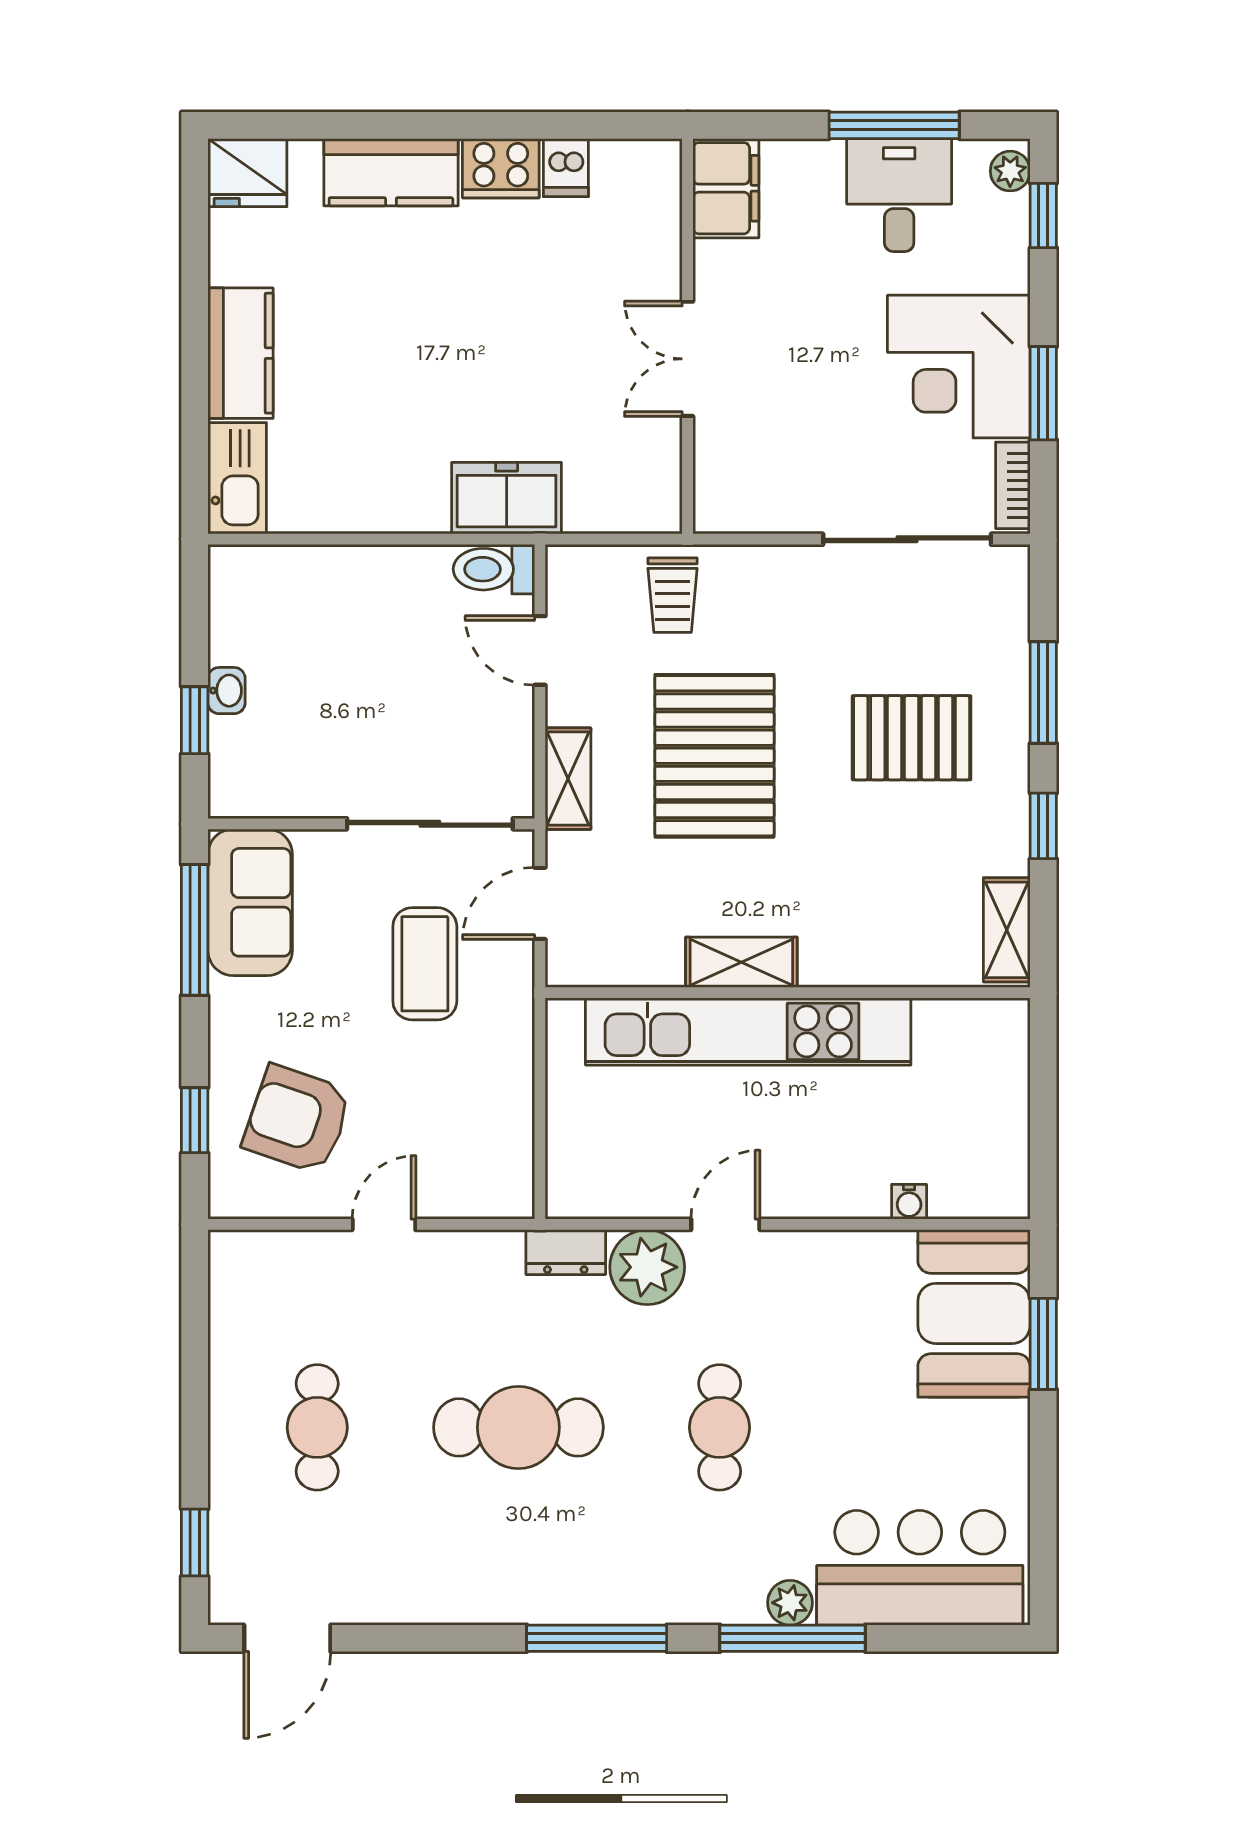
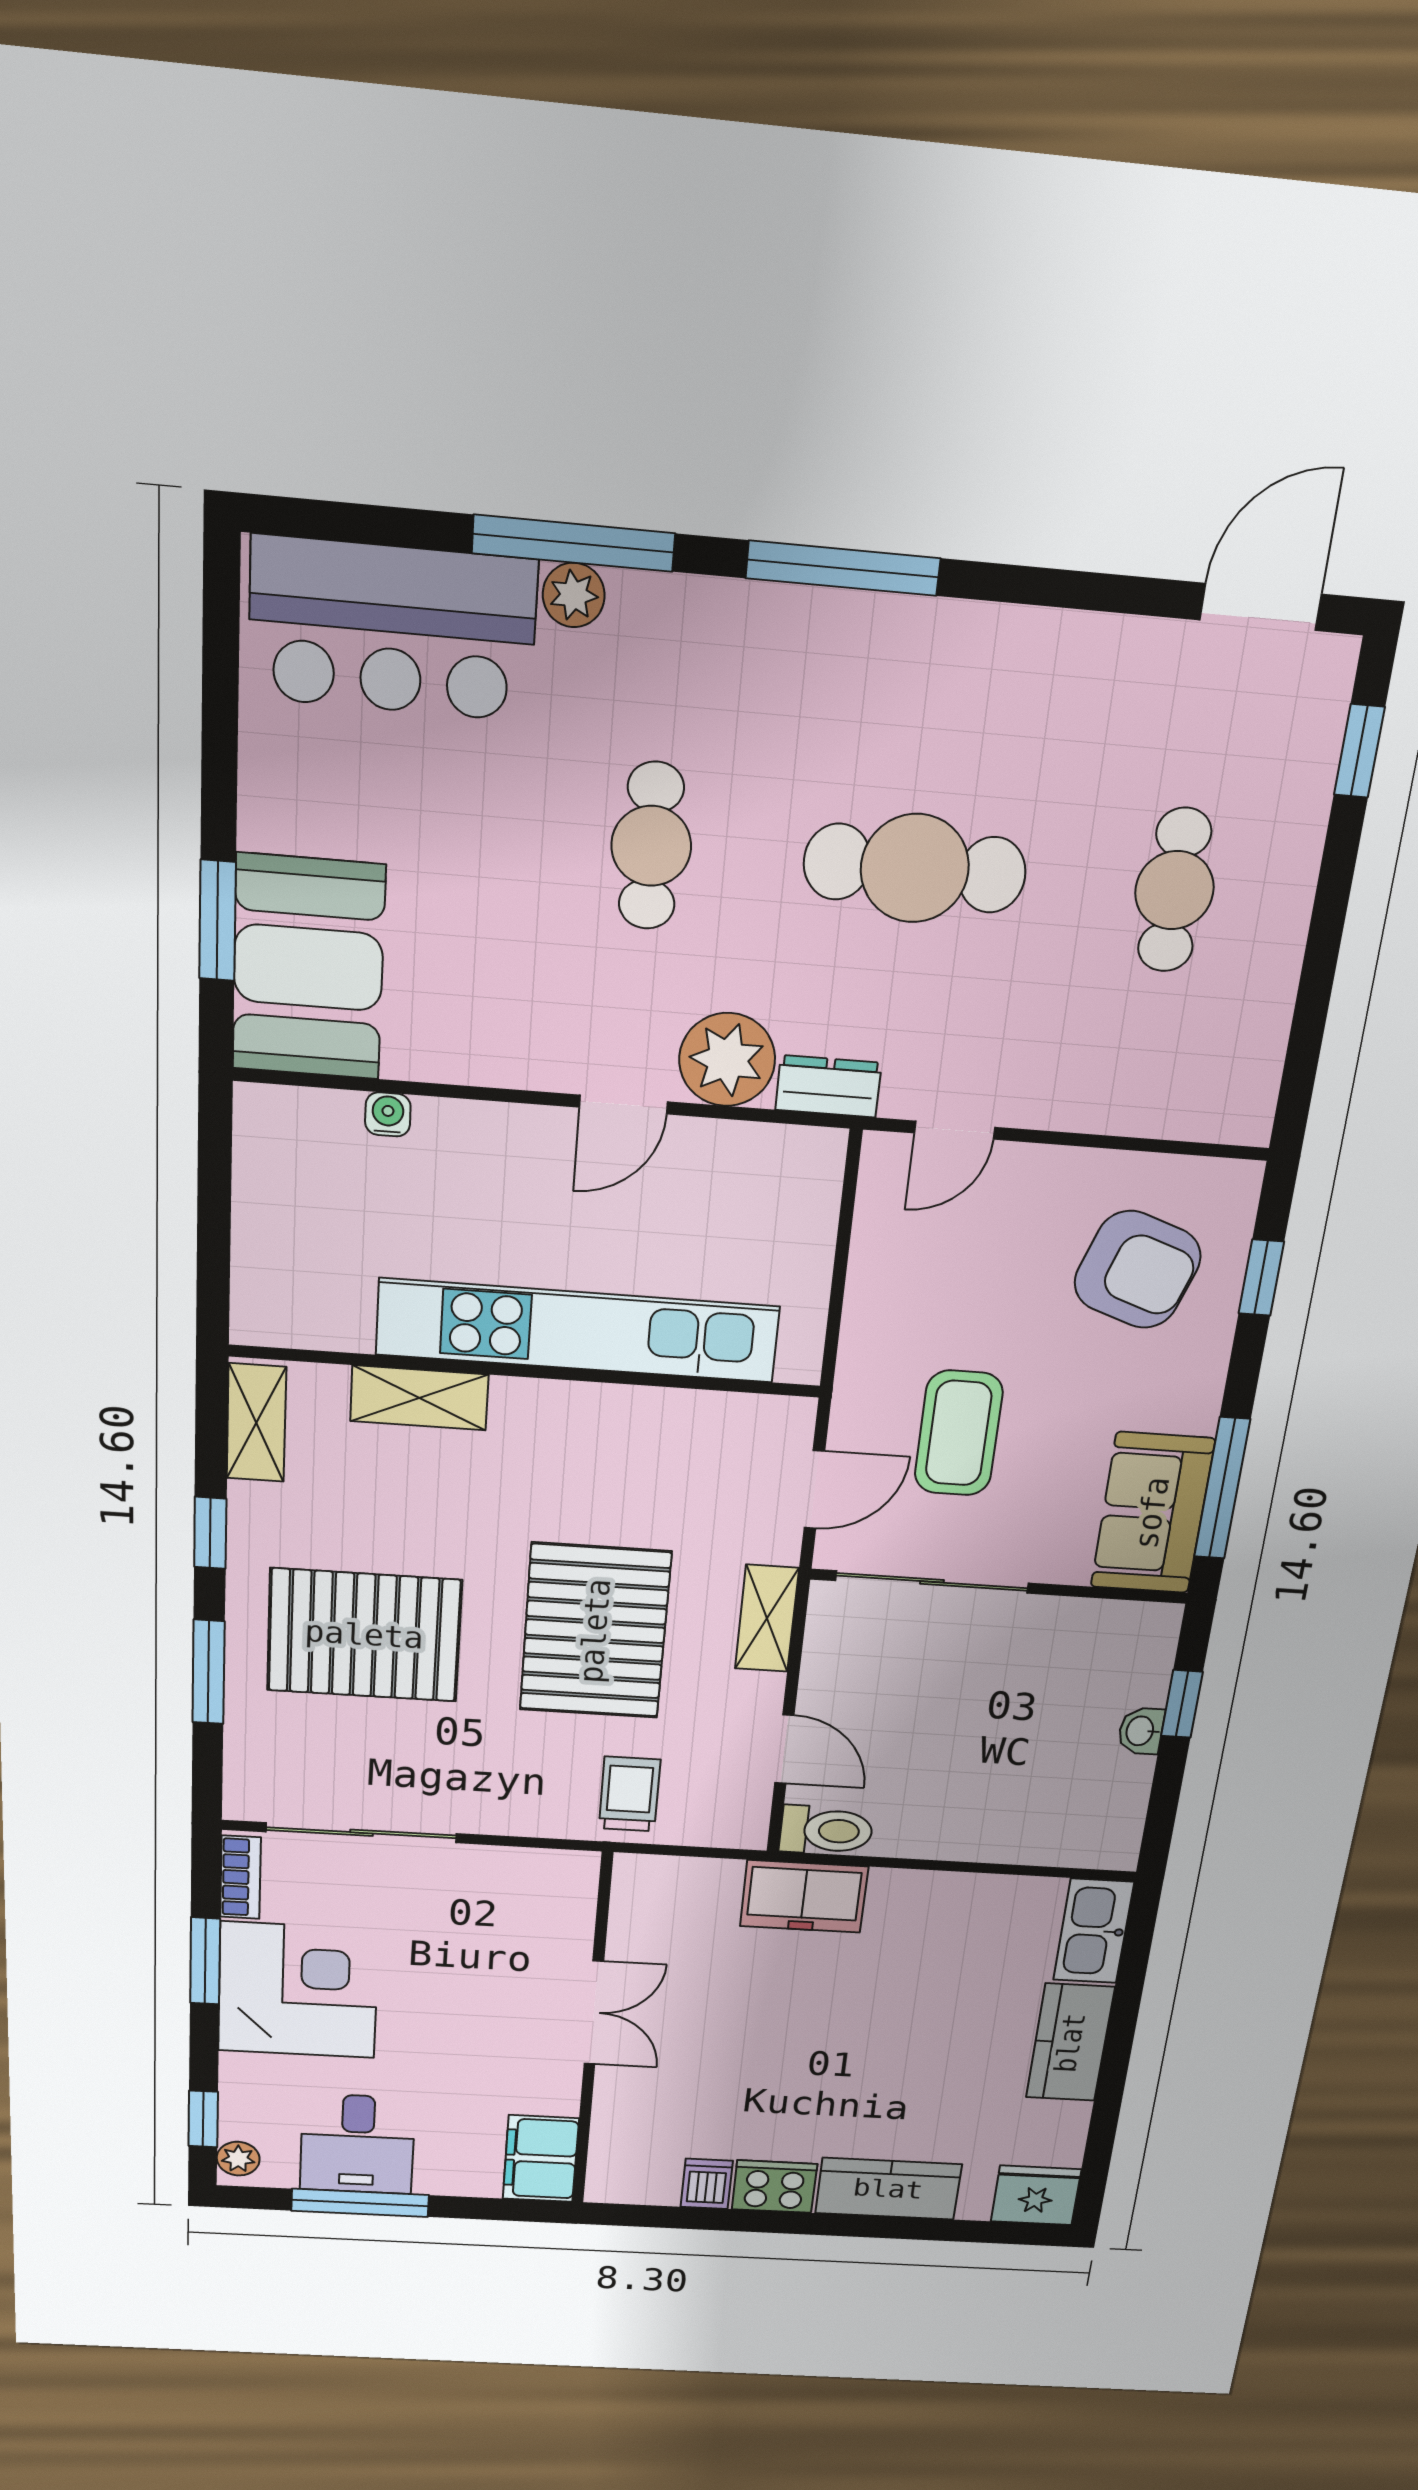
pallet: (912, 738) -> (364, 1635), width x1.37, depth x1.41
shelving: (741, 962) -> (419, 1398), moved
door: (384, 1224) -> (955, 1130), moved

